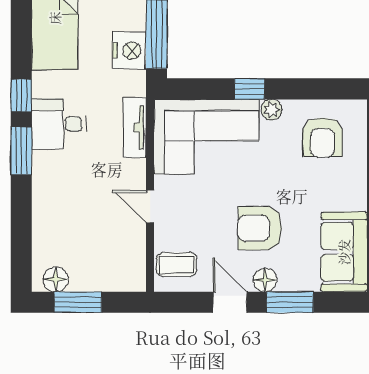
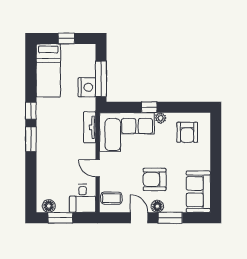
desk: (59, 124) -> (83, 198), moved, turned -90

